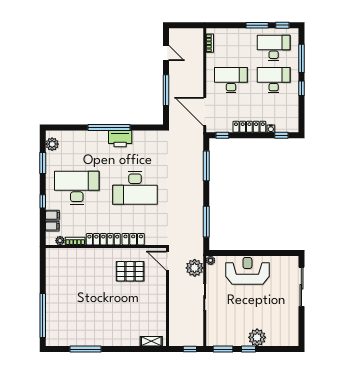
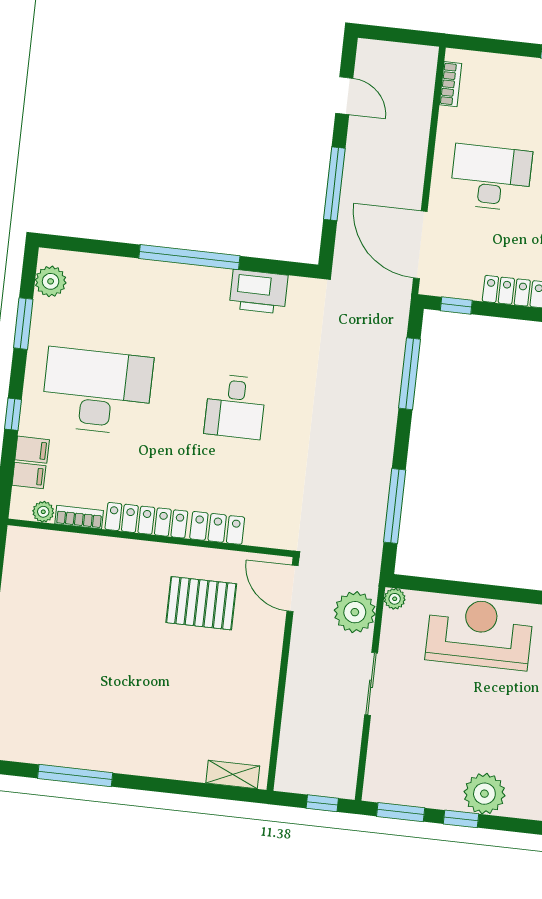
printer: (120, 139) -> (259, 292), moved
desk: (135, 188) -> (235, 407), width x0.53, depth x0.77

